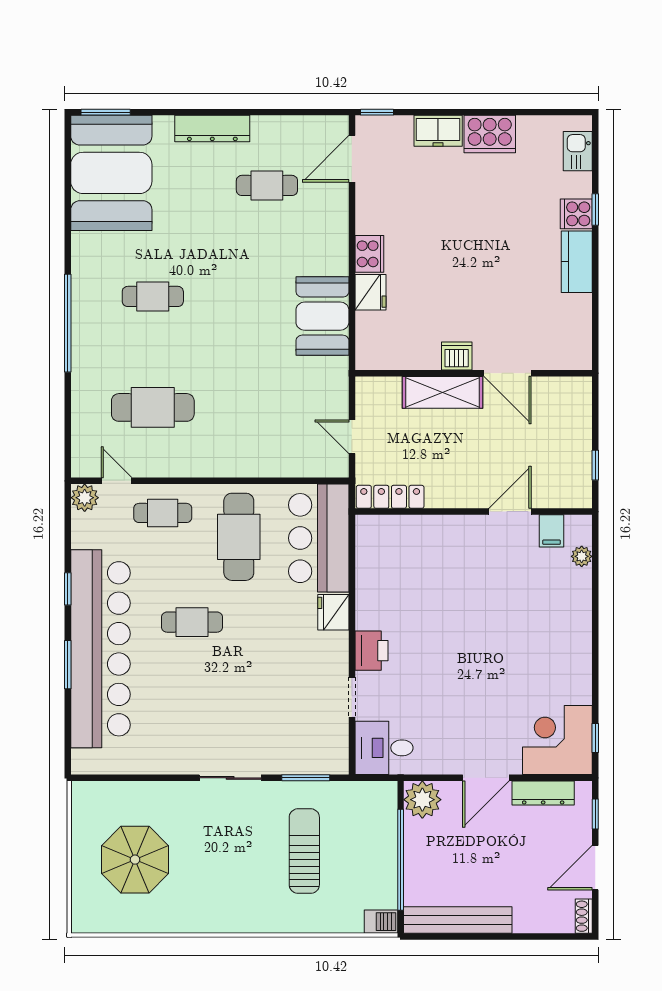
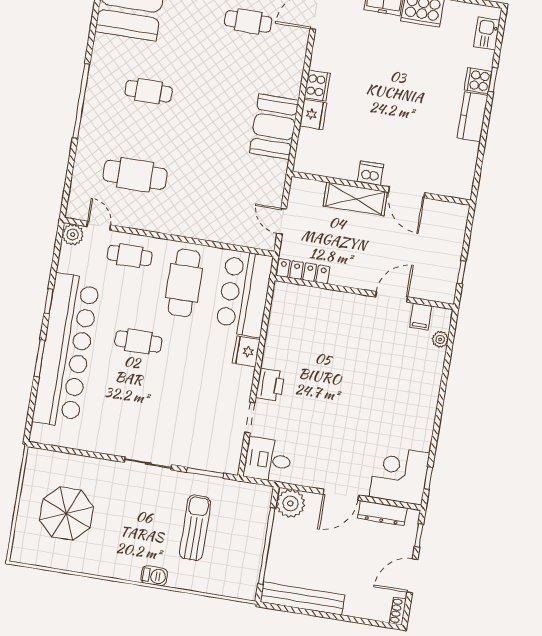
barbecue: (381, 922) -> (154, 576), moved

